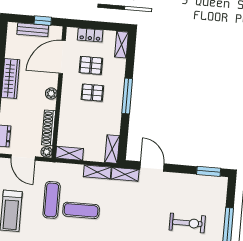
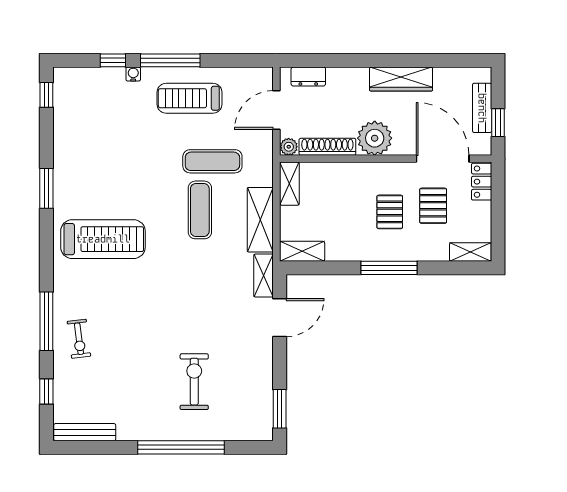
locker: (90, 35) -> (482, 182), moved
plant: (51, 93) -> (375, 138), width x1.88, depth x1.88
shelving: (97, 172) -> (260, 220), width x1.50, depth x1.33
exercise bike: (187, 223) -> (194, 382), turned 180

